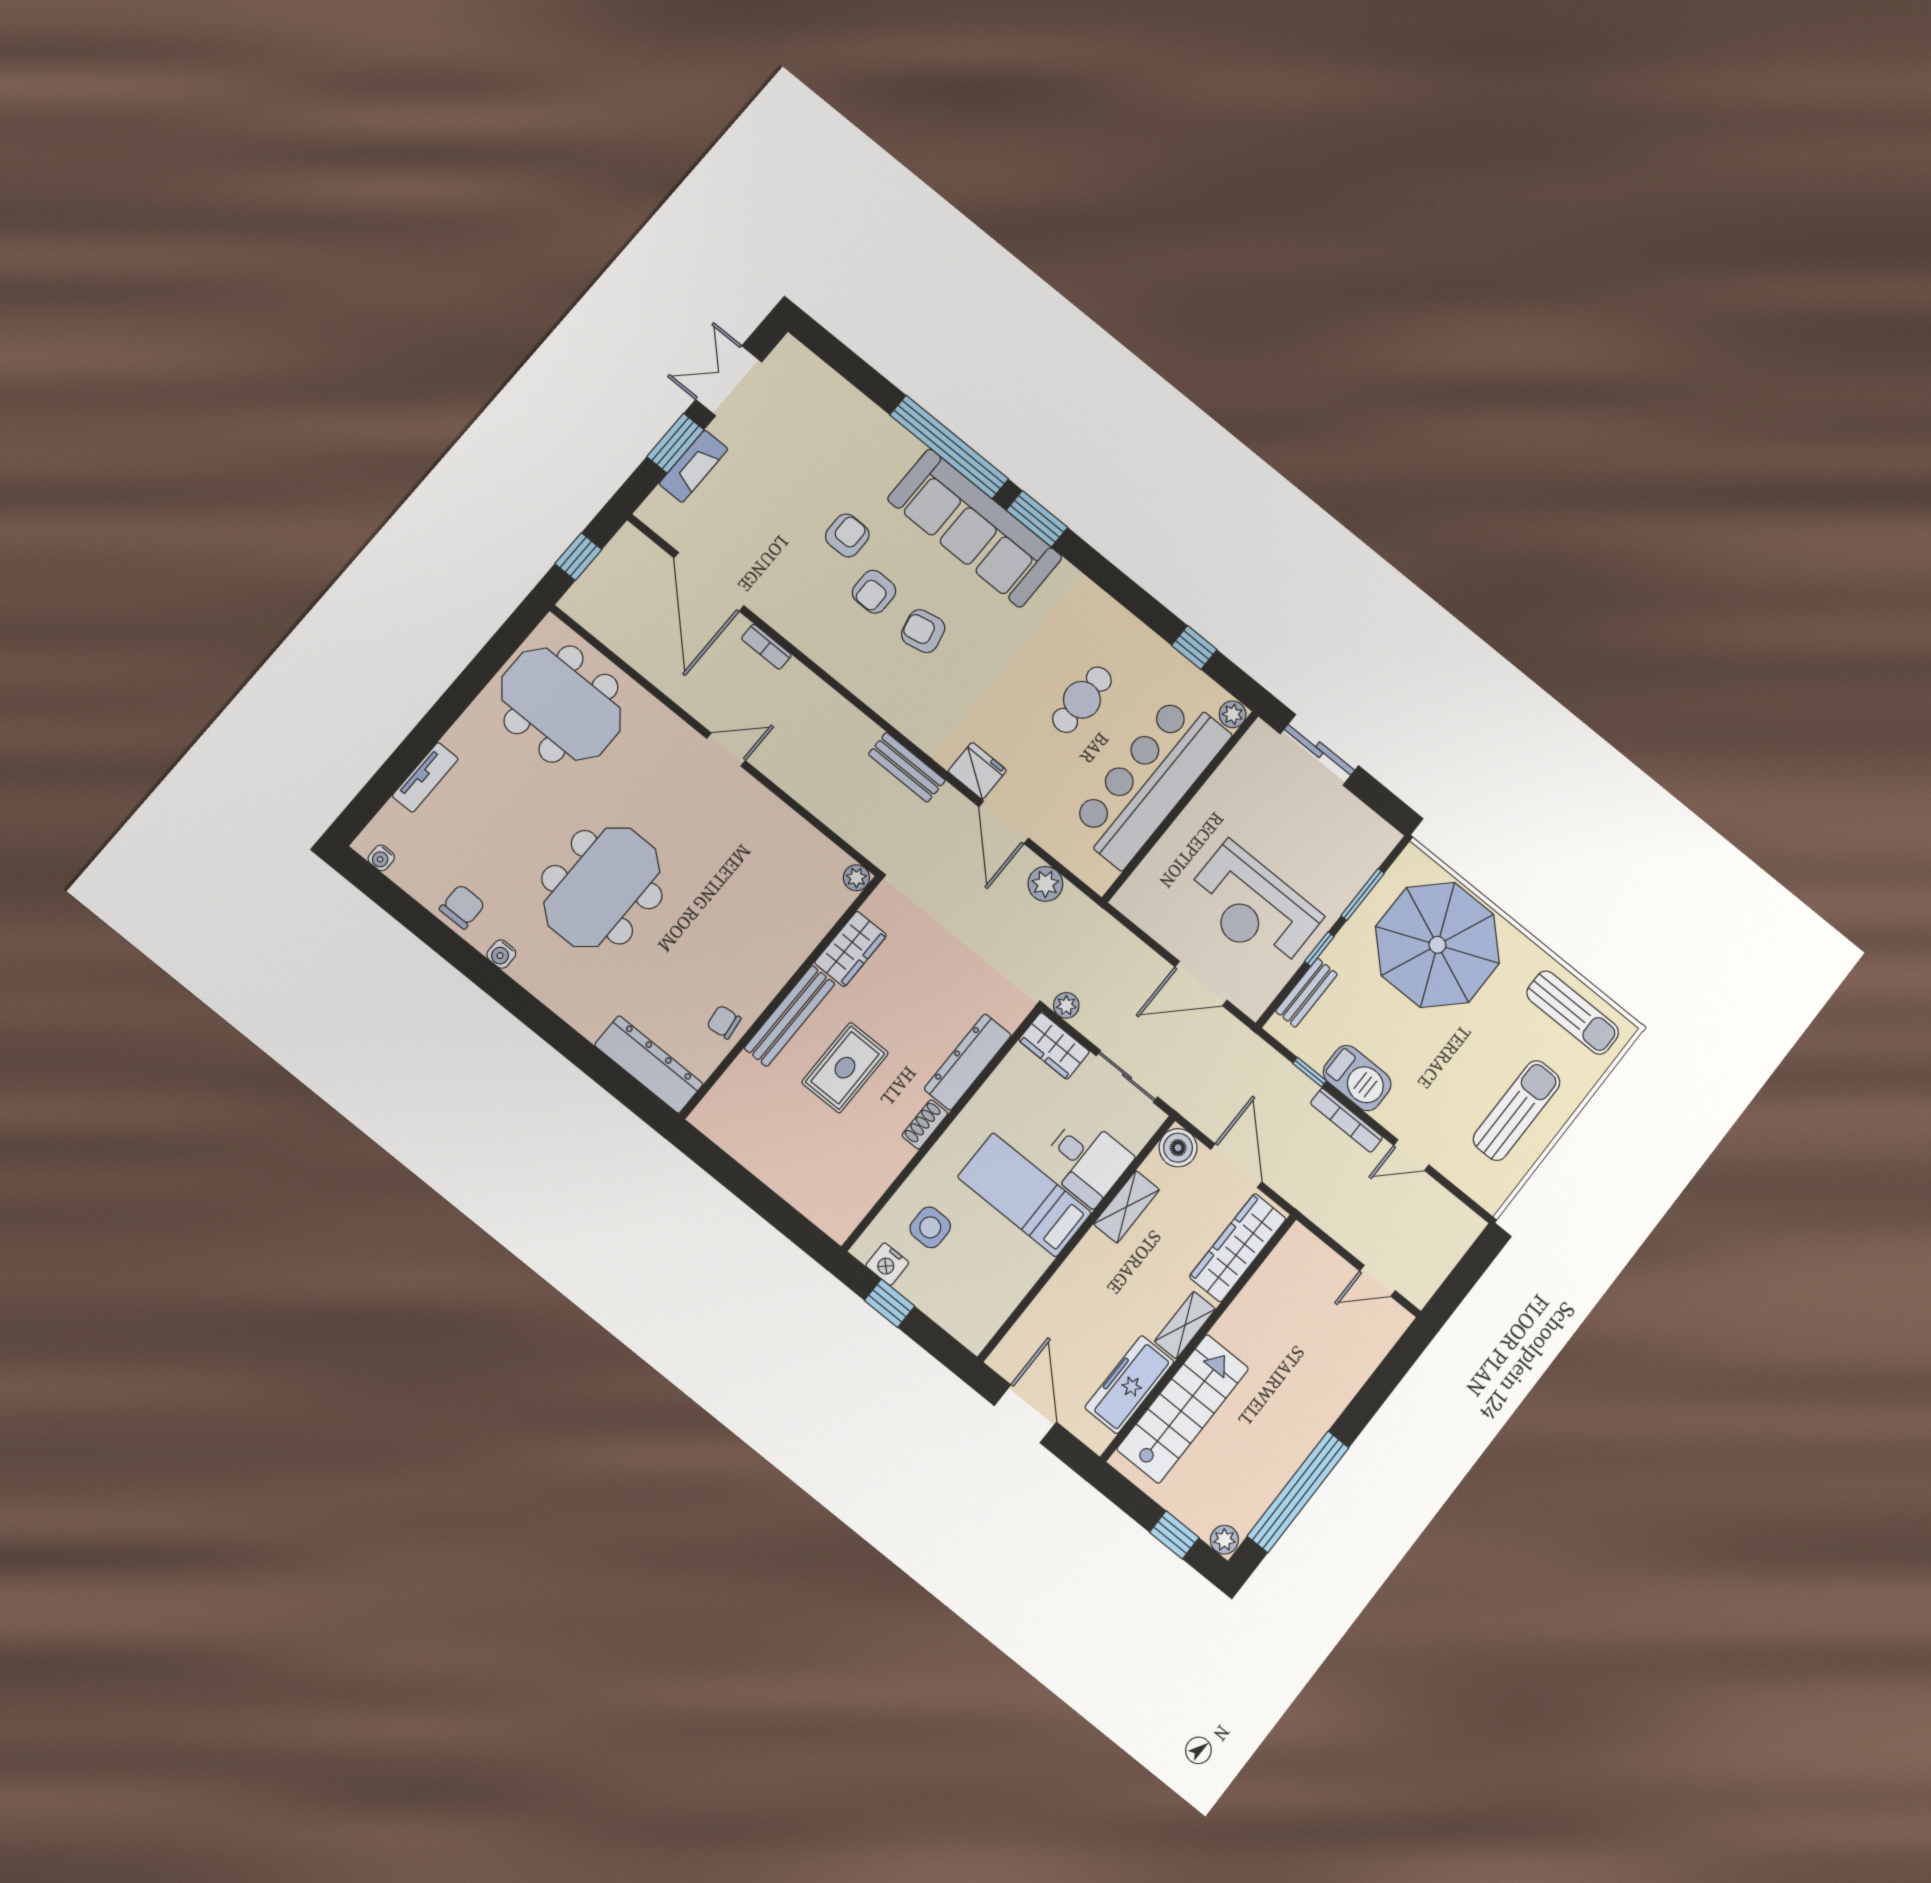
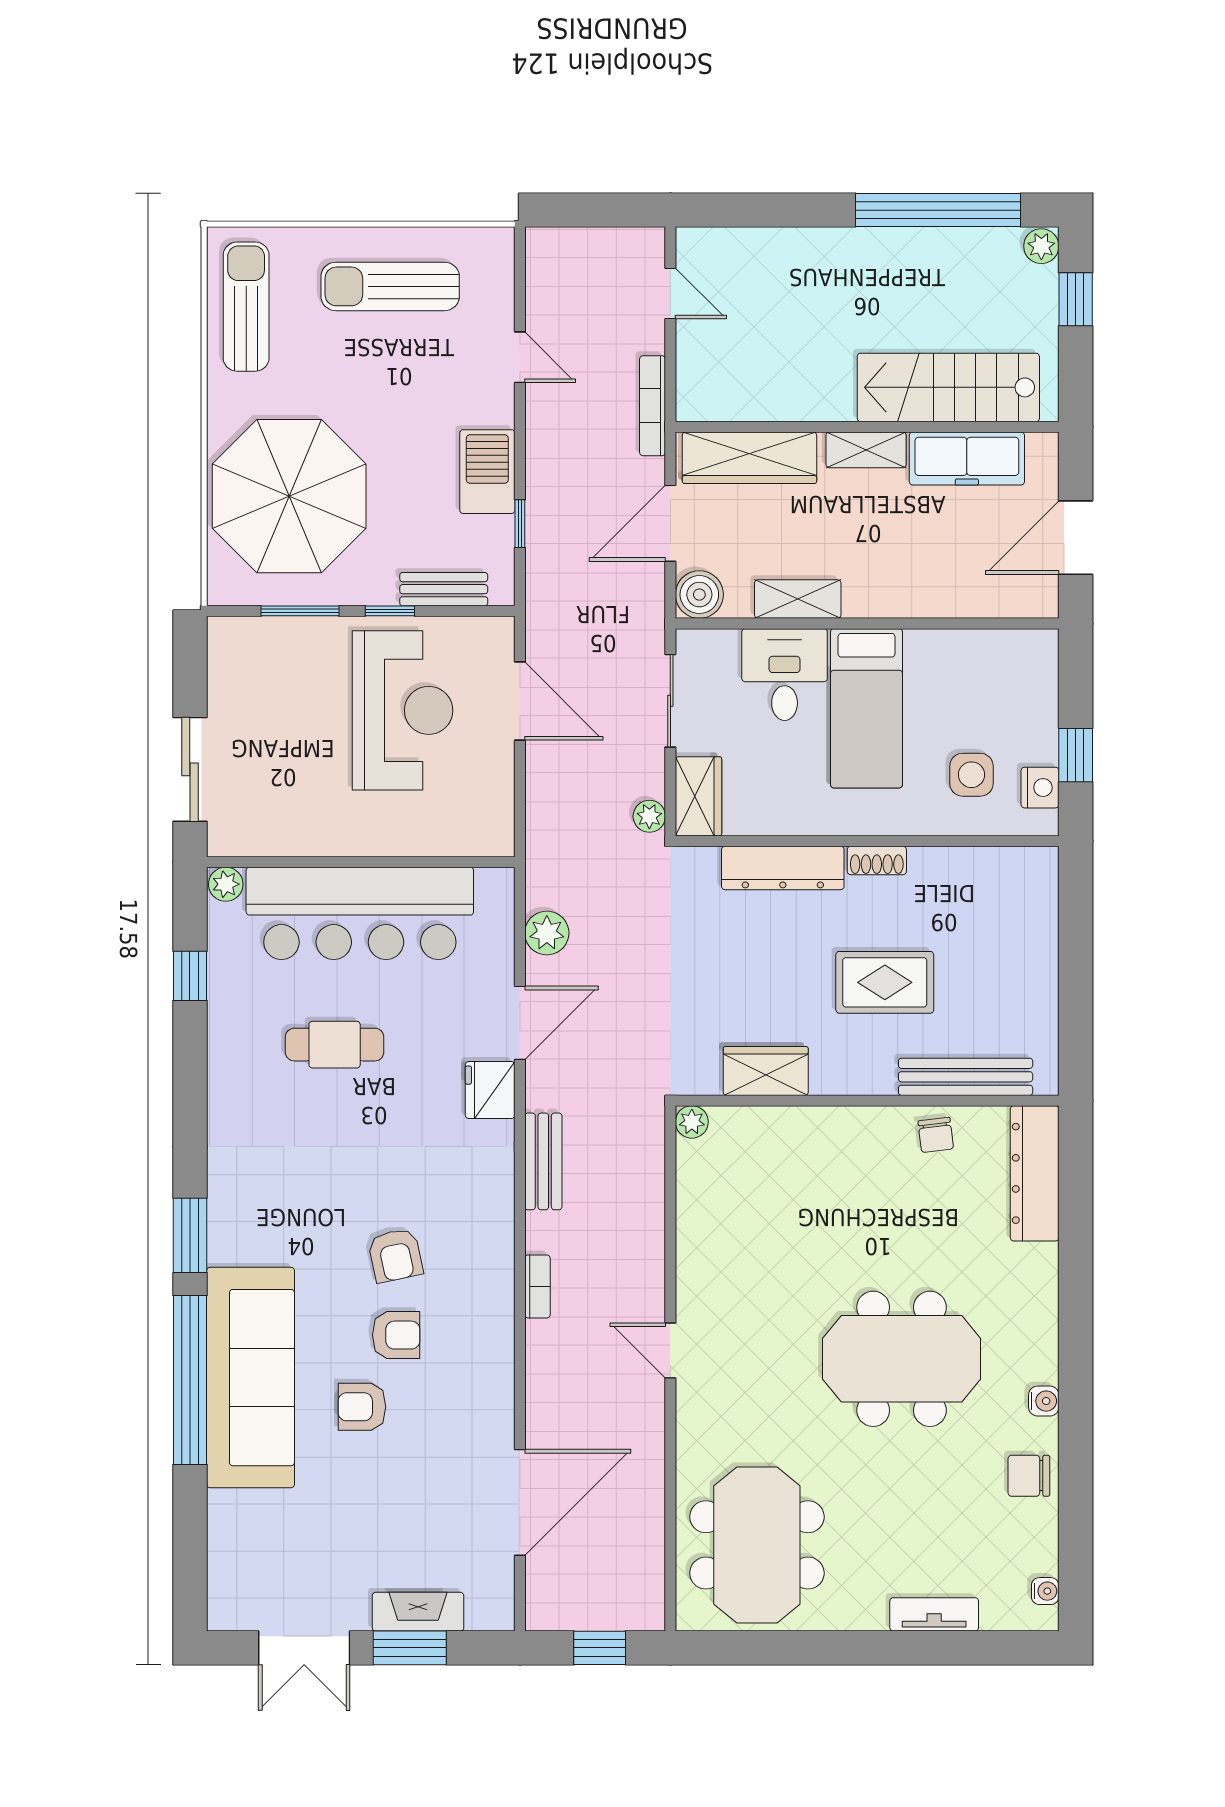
sofa: (975, 528) -> (251, 1378), moved
bookcase: (766, 647) -> (537, 1286), moved
bench: (789, 1016) -> (966, 1077), moved
bookcase: (1347, 1120) -> (653, 406), moved, turned 180

